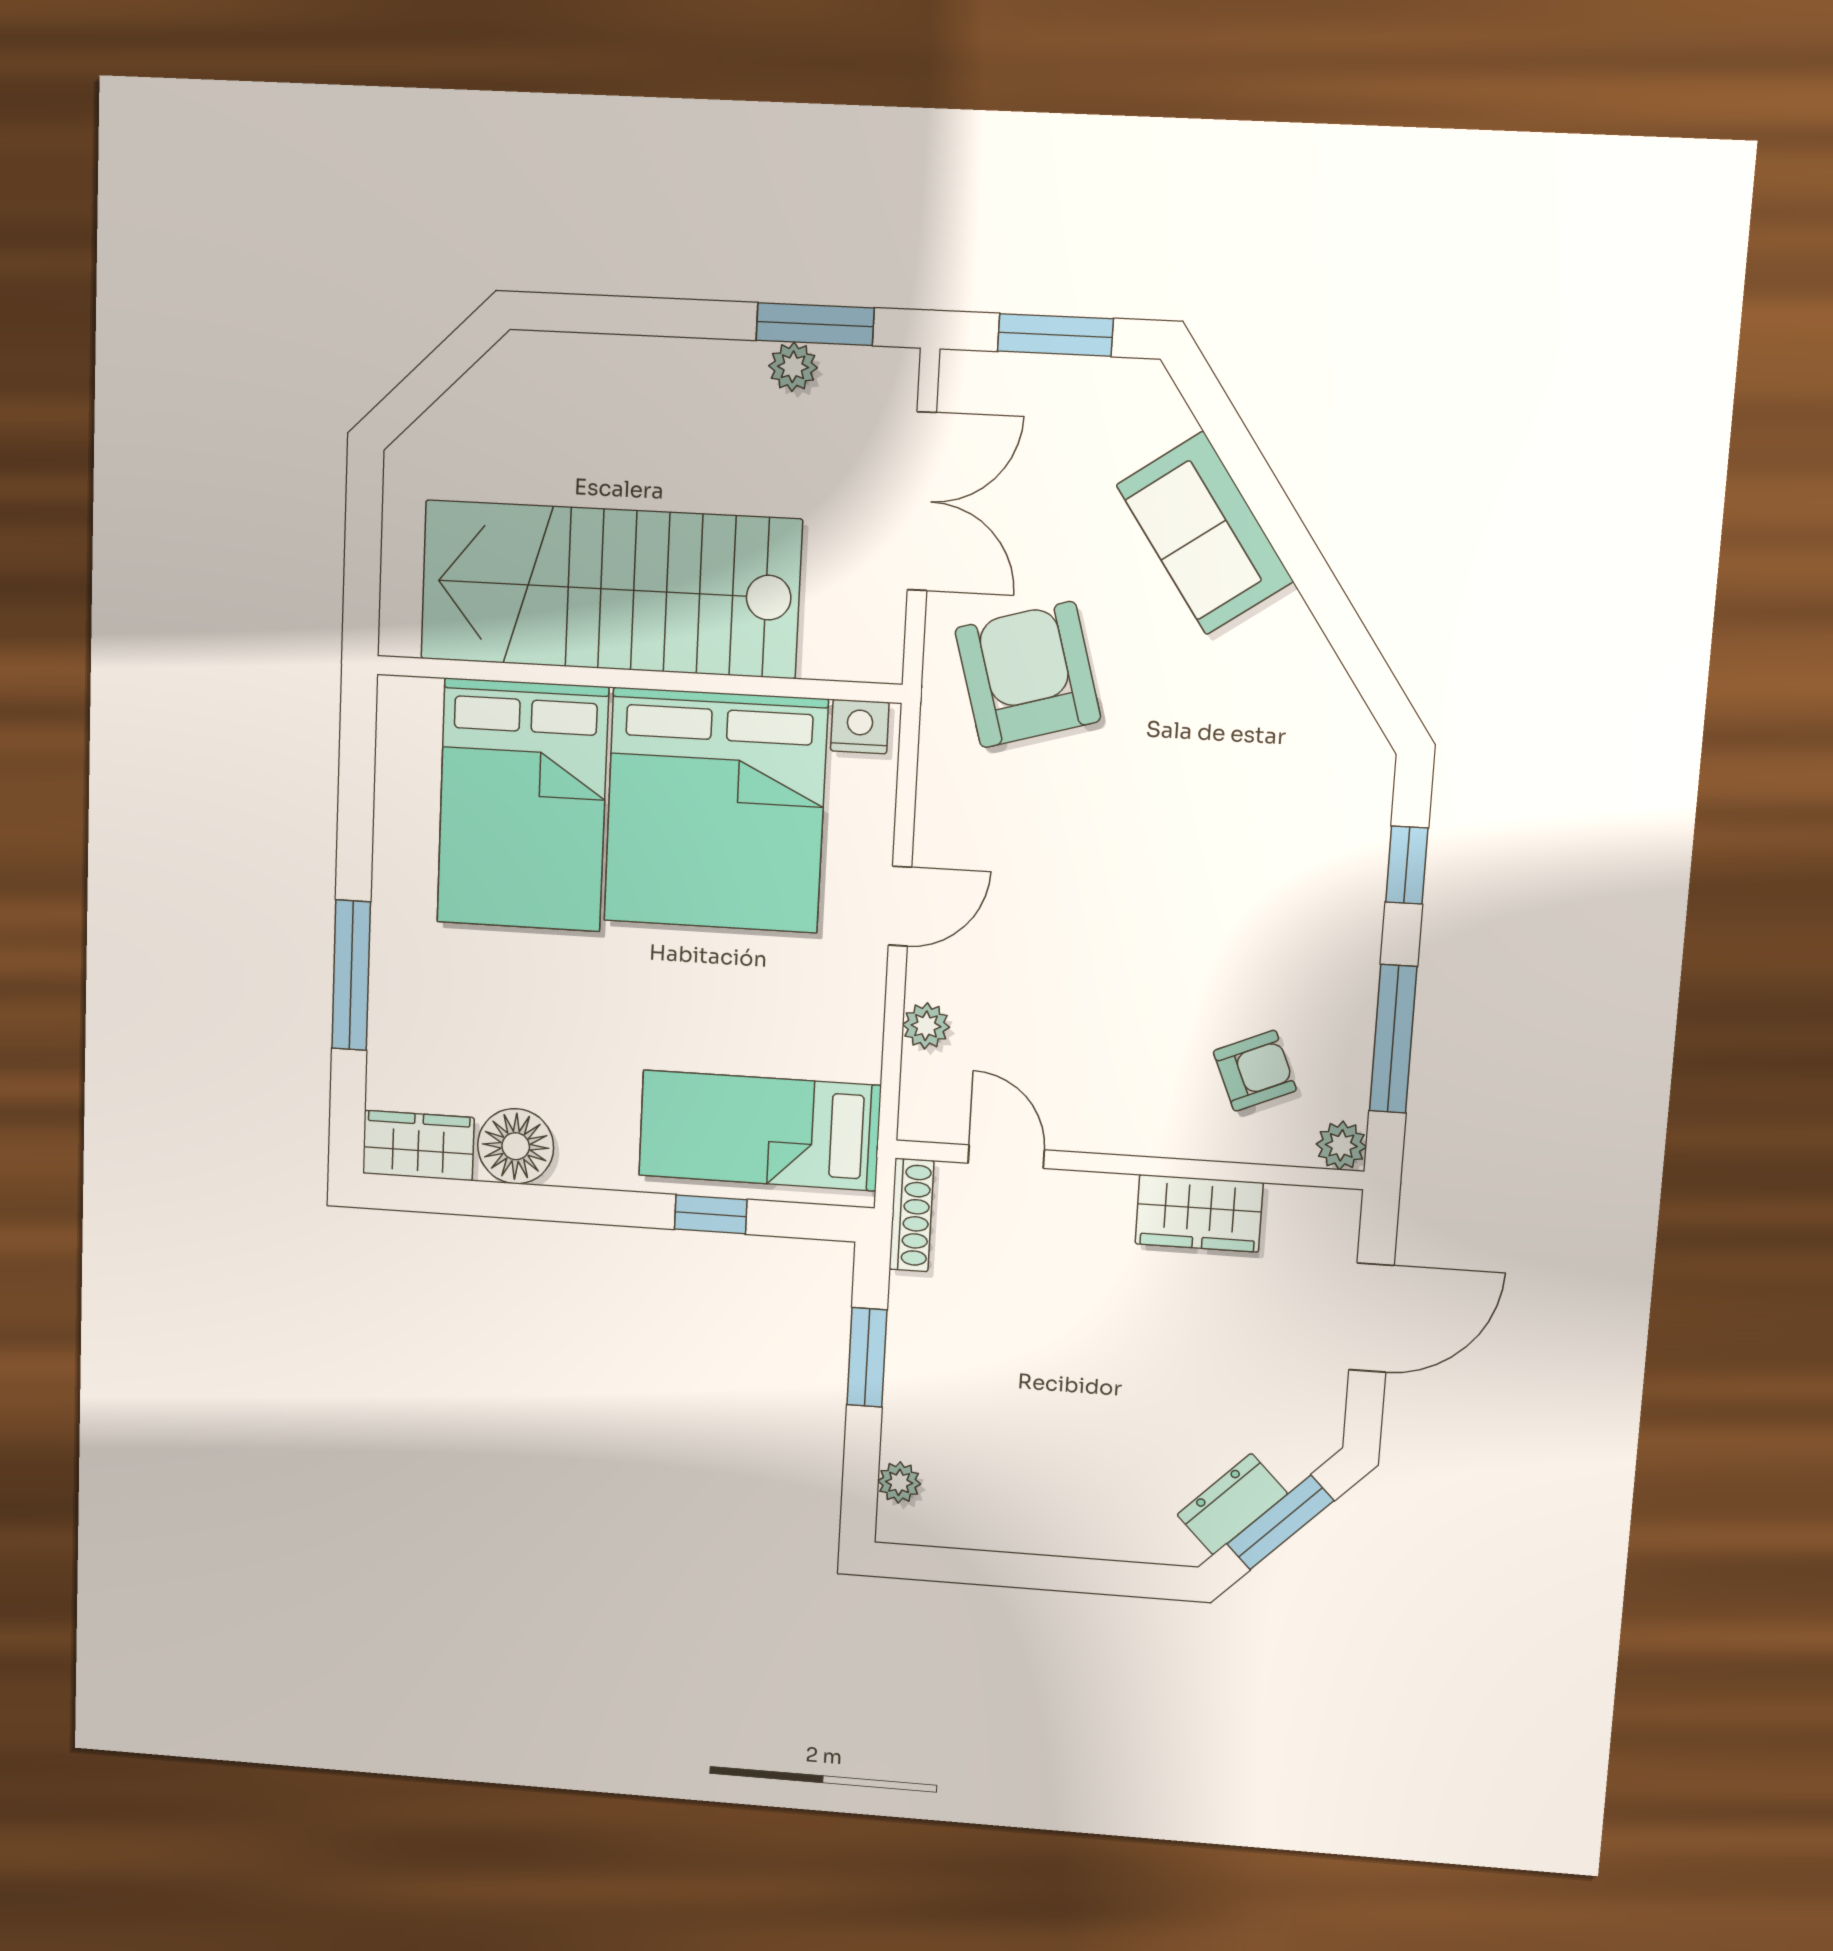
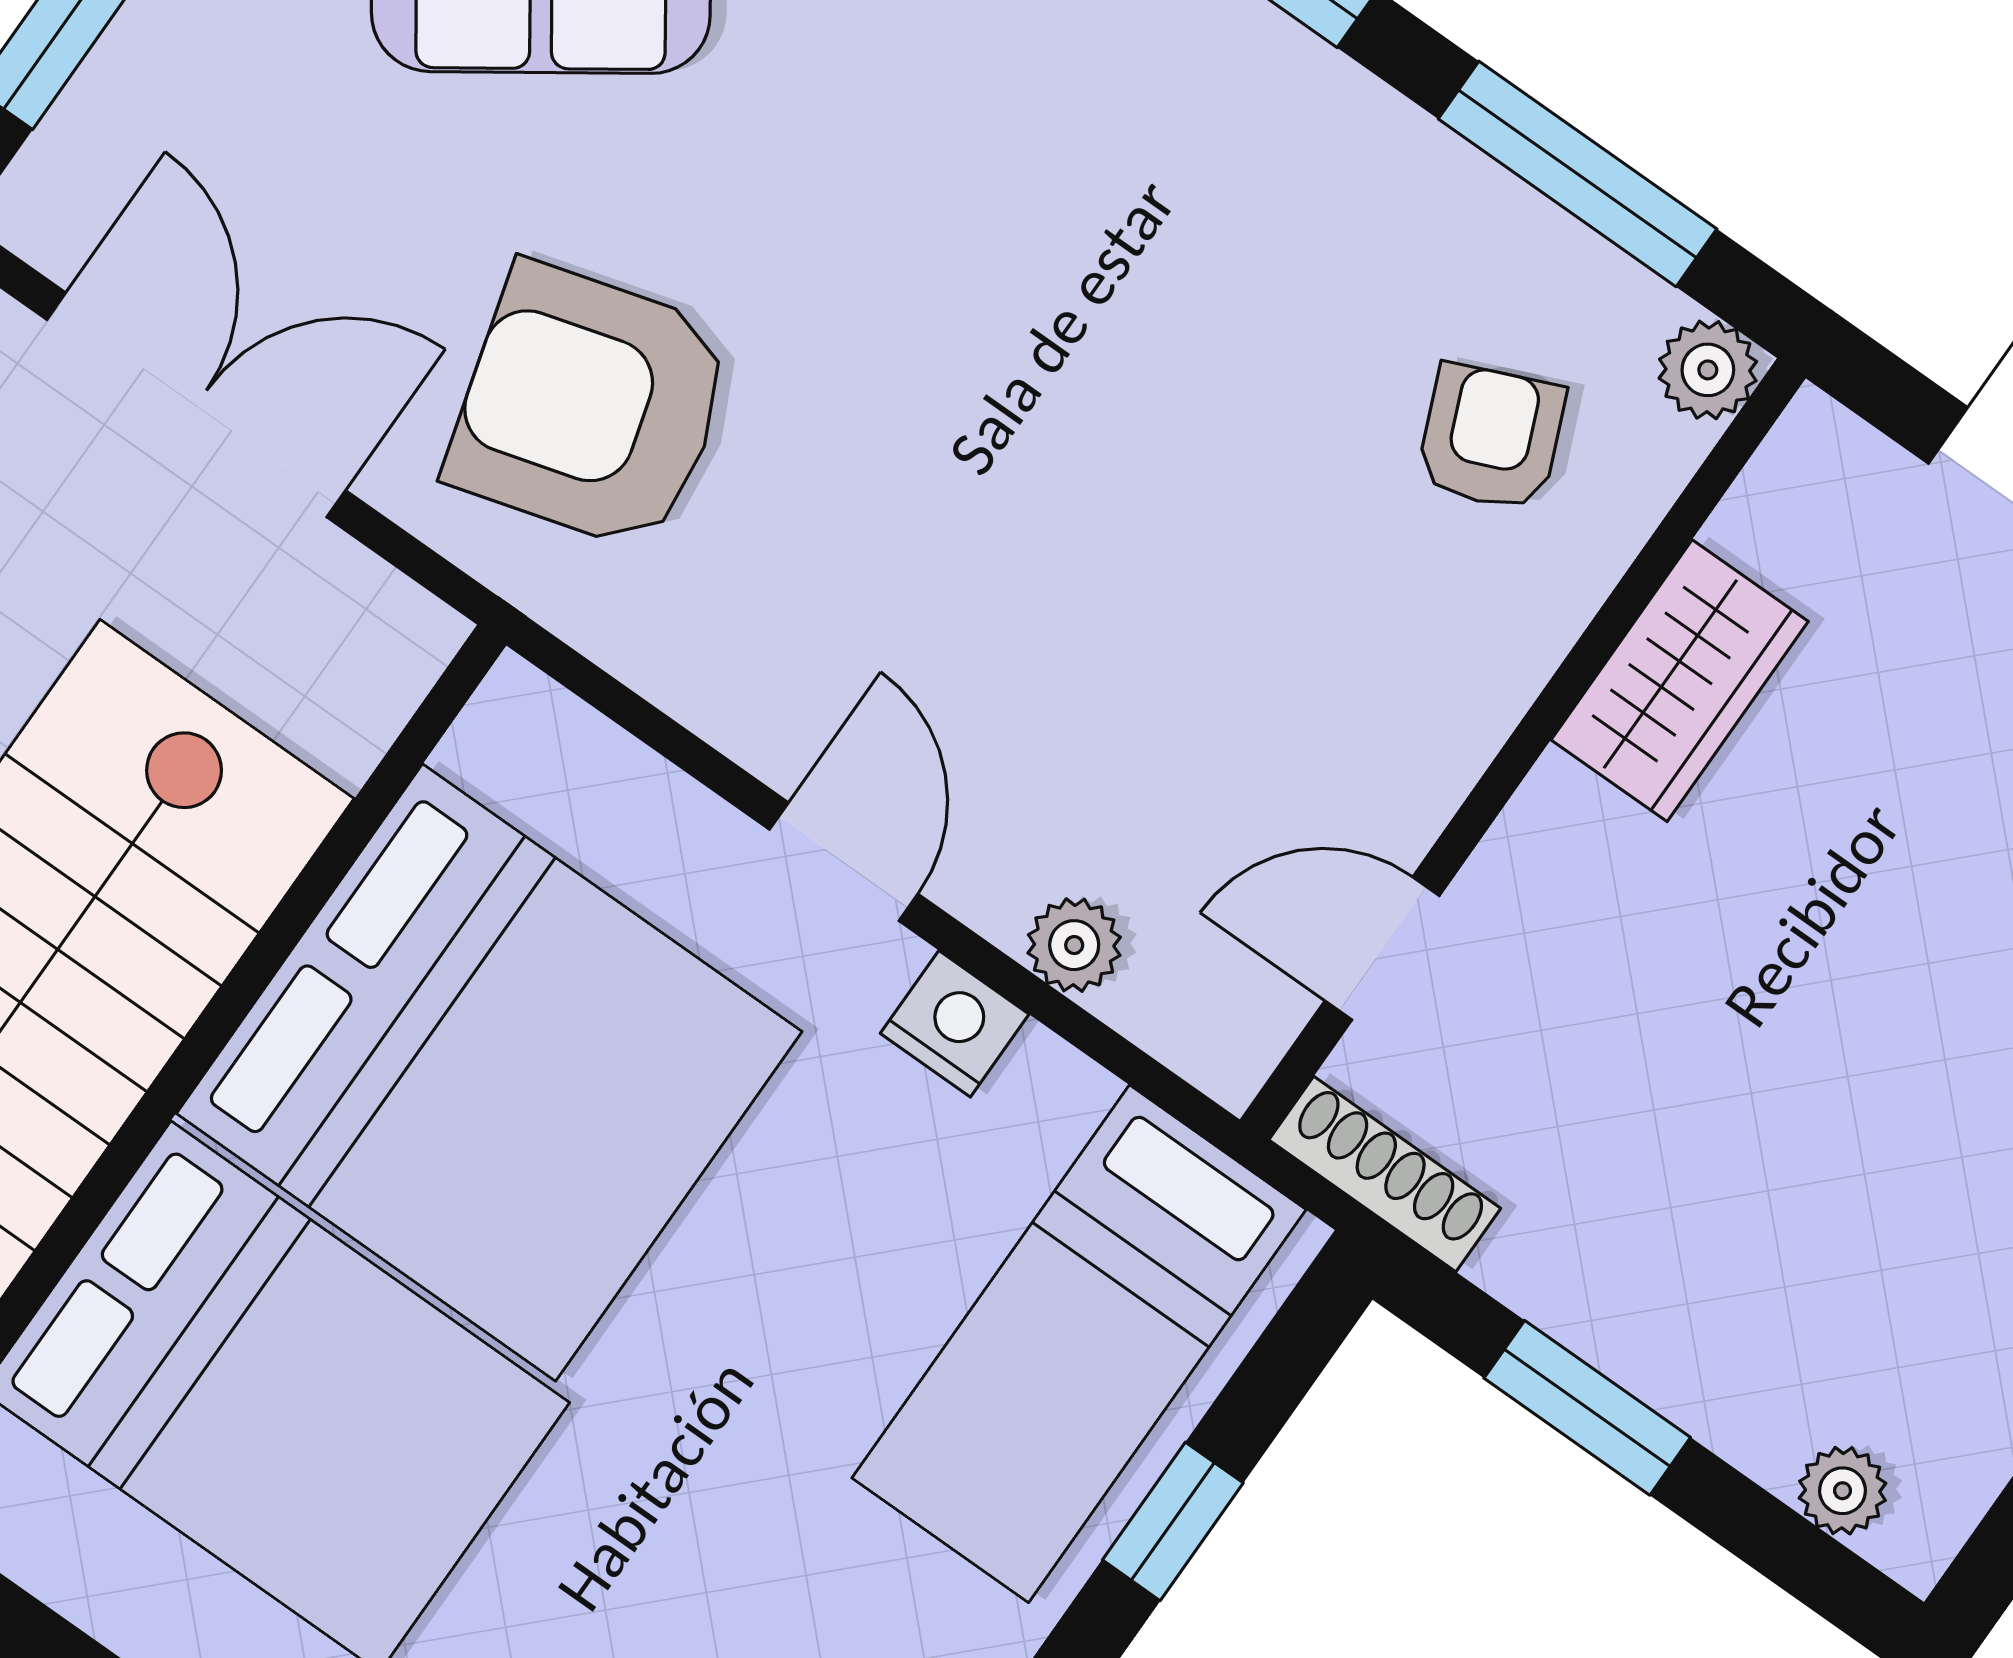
nightstand: (860, 727) -> (955, 1024), moved, turned 90

